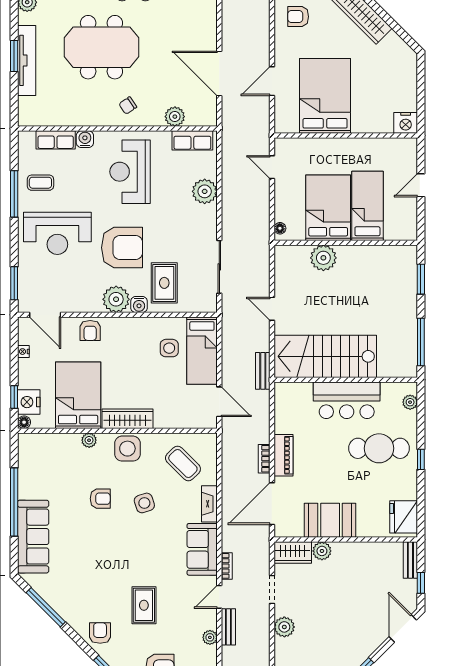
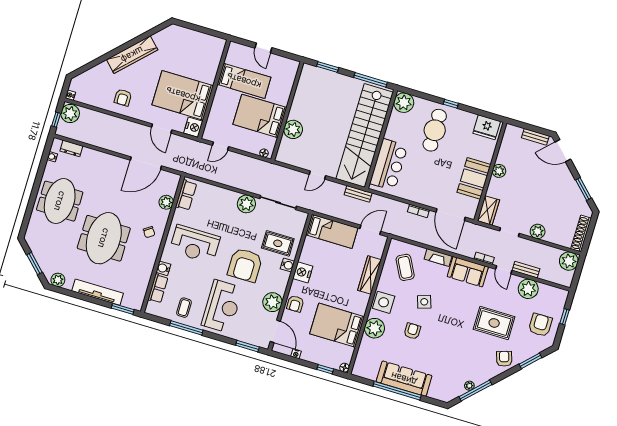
window: (14, 56) -> (123, 309), moved
nightstand: (406, 123) -> (193, 127), moved
plant: (205, 191) -> (246, 204), moved
bed: (367, 206) -> (244, 81), moved, turned 180
armchair: (122, 248) -> (245, 265), turned 180
plant: (116, 299) -> (272, 302), moved
door: (45, 315) -> (275, 331), hinge flipped
armchair: (90, 330) -> (295, 304), turned 90
side table: (169, 348) -> (323, 253), removed
stairs: (325, 356) -> (365, 136), width x1.36
bar counter: (347, 400) -> (389, 165), moved
nightstand: (29, 402) -> (303, 272), moved, turned 90
plant: (410, 402) -> (404, 103), width x1.88, depth x1.88
wardrobe: (127, 419) -> (370, 275), moved
plant: (89, 440) -> (374, 328), width x1.87, depth x1.87
piano: (283, 455) -> (420, 197), removed
coffee table: (183, 464) -> (405, 267), turned -73
sofa: (33, 537) -> (404, 379), moved
plant: (322, 551) -> (499, 171), moved
bench: (410, 560) -> (535, 137), moved
window: (421, 583) -> (535, 129), removed
plant: (50, 597) -> (469, 386), added
rug: (144, 605) -> (494, 323), width x1.36, depth x1.43
armchair: (100, 633) -> (504, 359), turned 72
plant: (210, 637) -> (528, 289), width x1.88, depth x1.88

